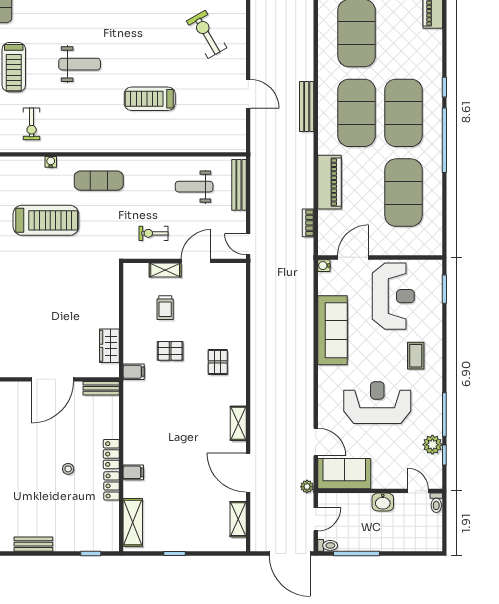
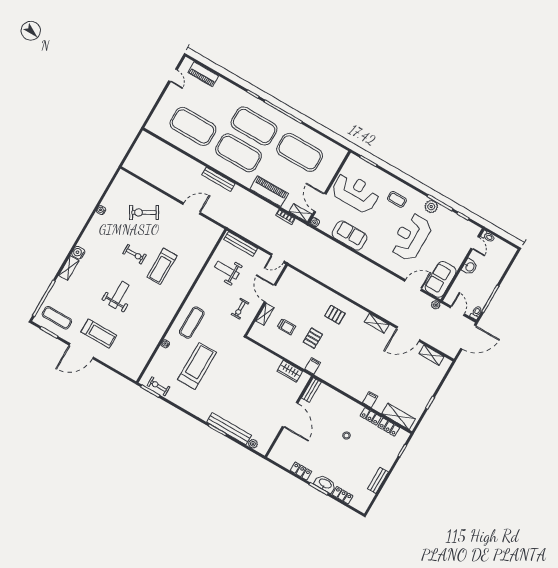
exercise bike: (32, 124) -> (135, 254), moved
weight bench: (194, 187) -> (227, 270), turned 90
shelving: (325, 239) -> (300, 213), added
sofa: (332, 330) -> (350, 236), width x0.73
plant: (432, 445) -> (431, 207), moved
locker: (111, 454) -> (389, 427), moved
door: (418, 491) -> (475, 243), swing flipped

